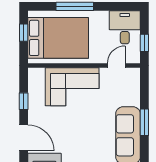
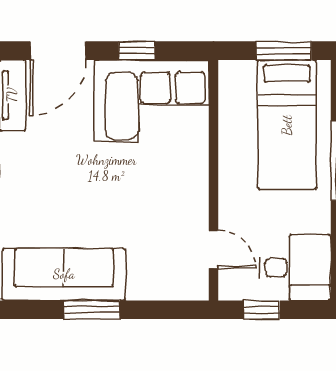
window: (24, 33) -> (284, 51), width x1.50
bed: (58, 38) -> (287, 125), width x0.67
corner sofa: (72, 87) -> (152, 101), moved, turned -90

